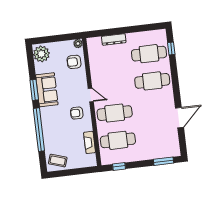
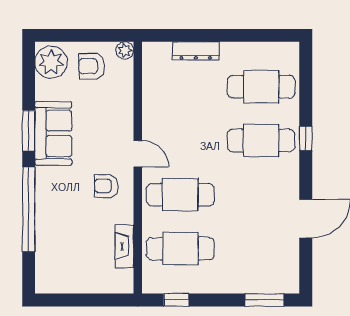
window: (171, 49) -> (306, 138), moved
armchair: (74, 62) -> (92, 66), moved
coffee table: (58, 161) -> (58, 274), removed

